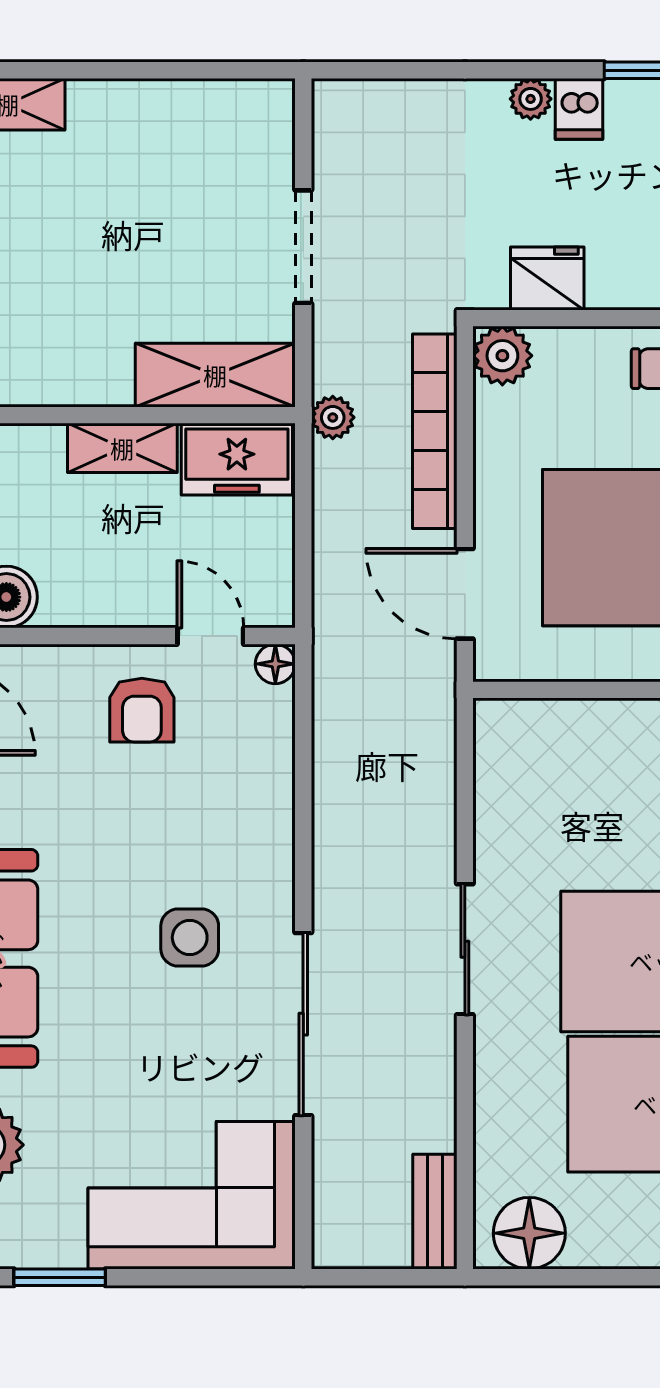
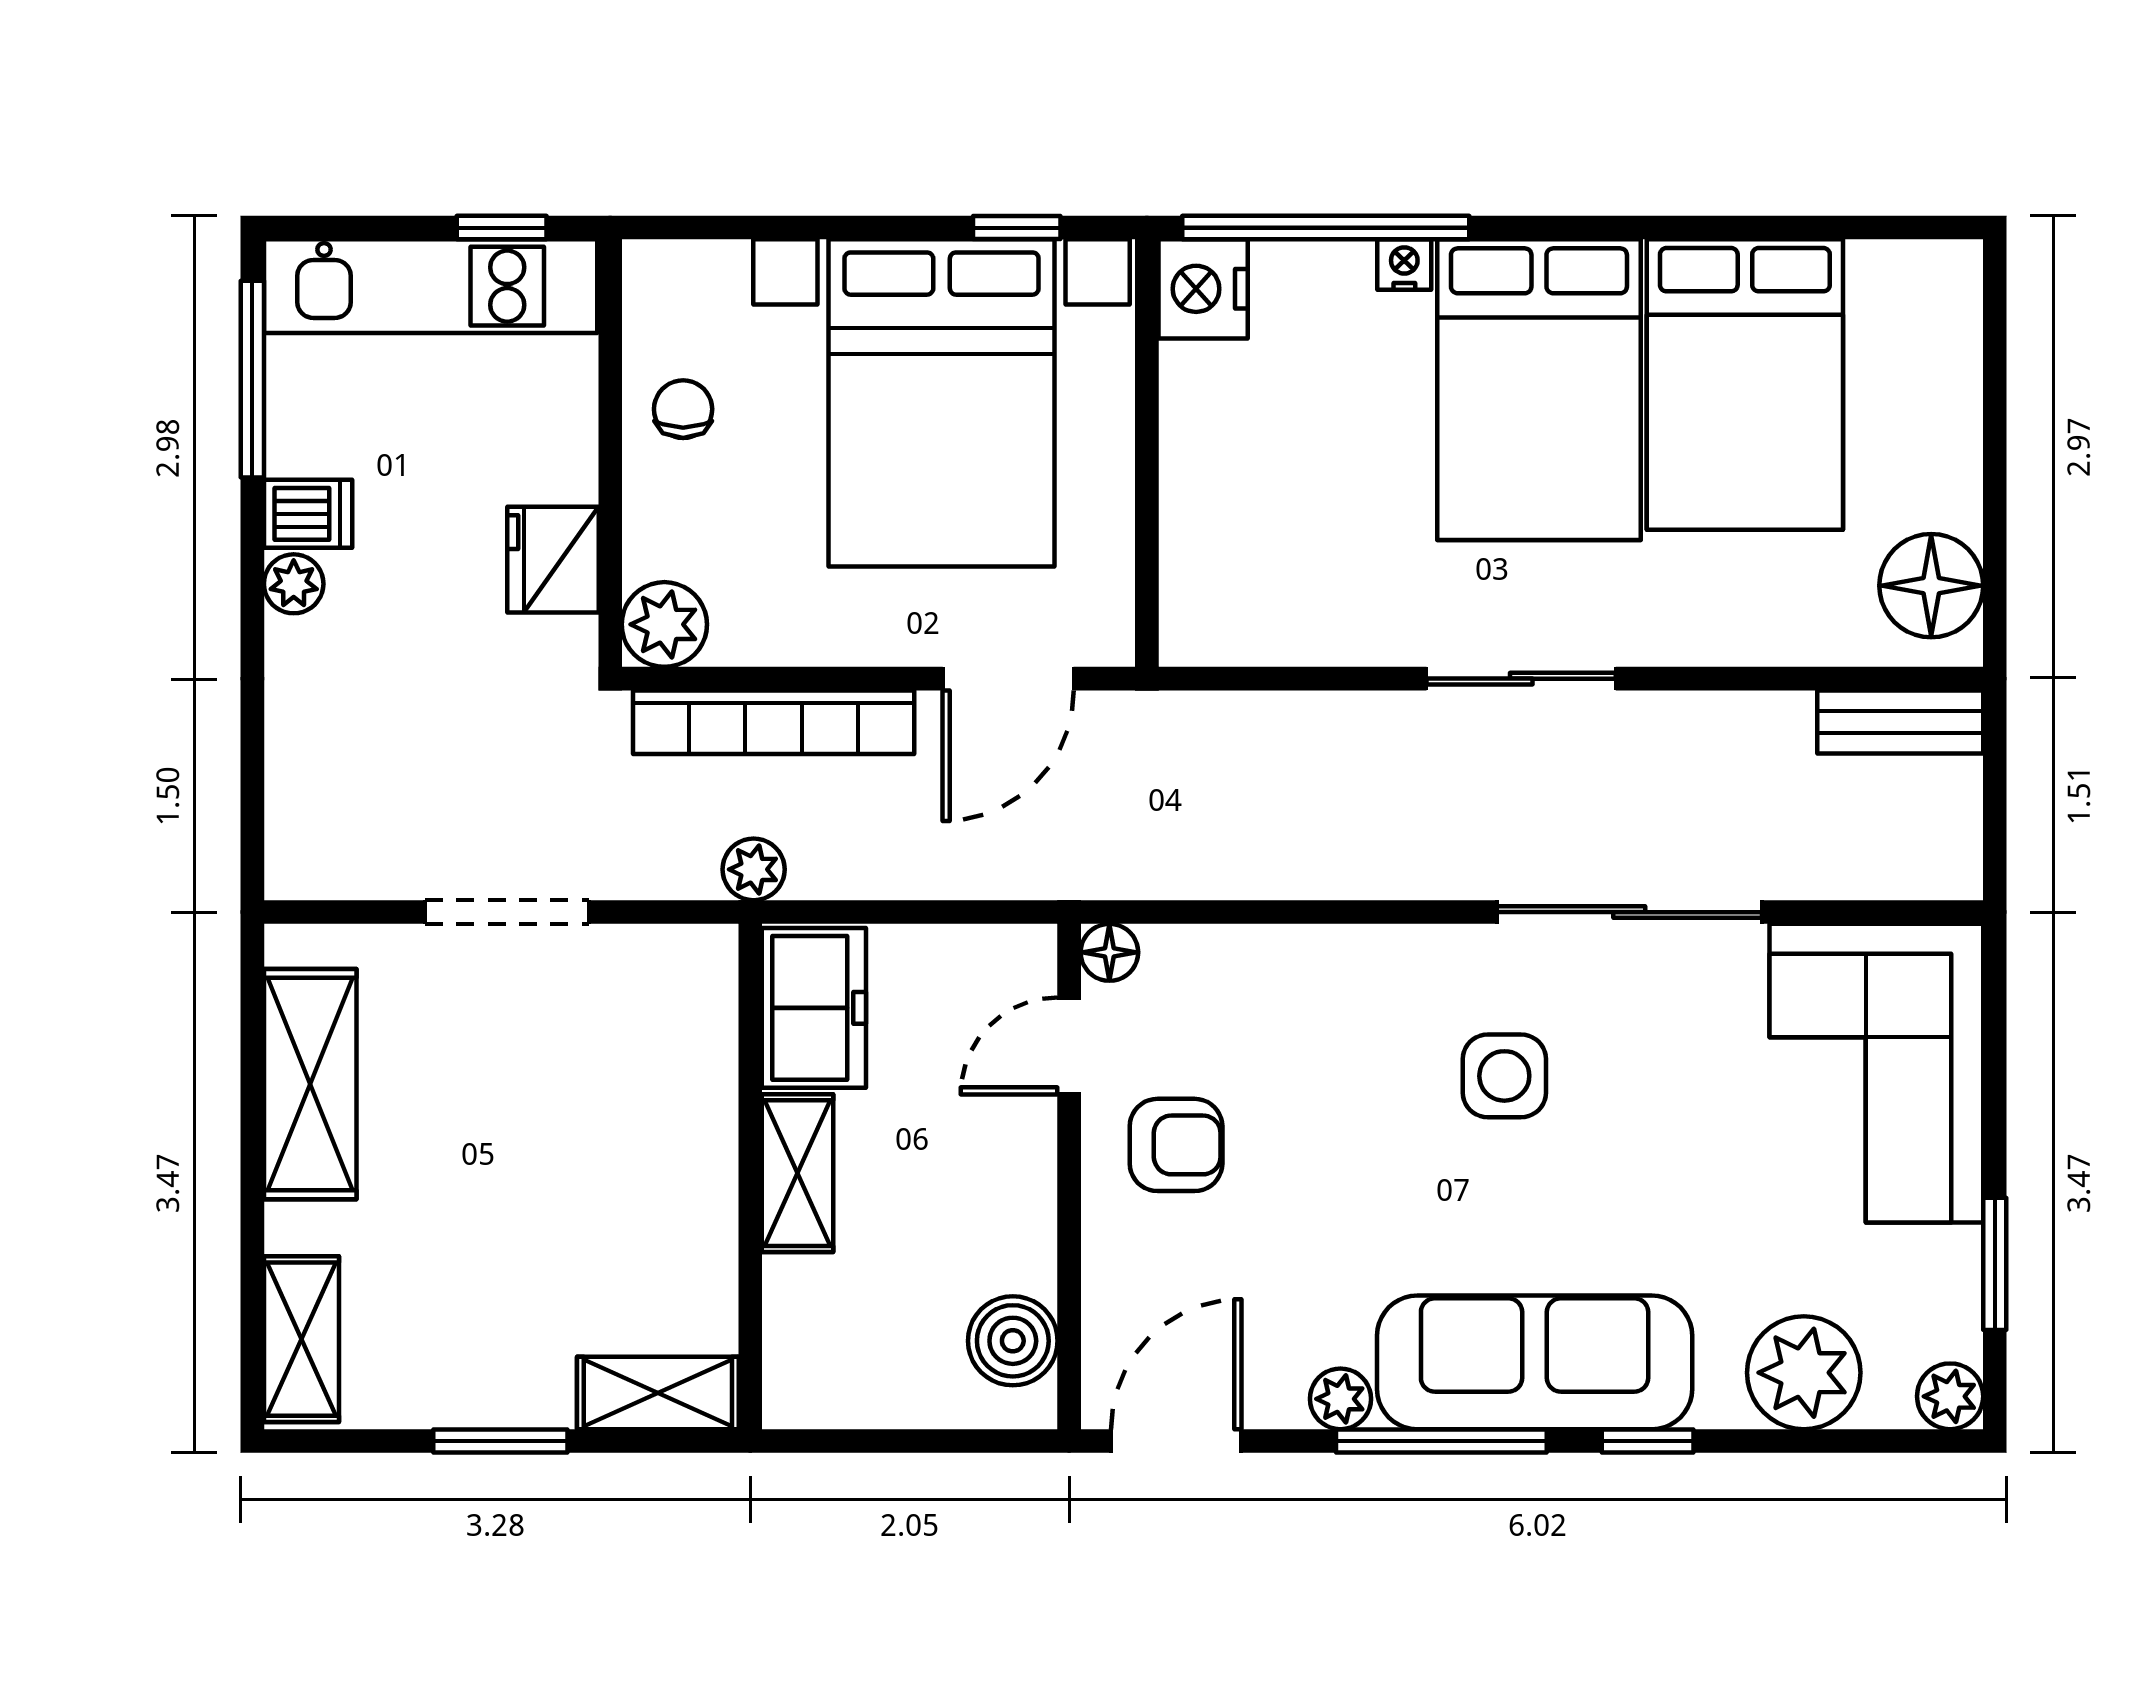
shelving: (215, 375) -> (310, 1084), moved

